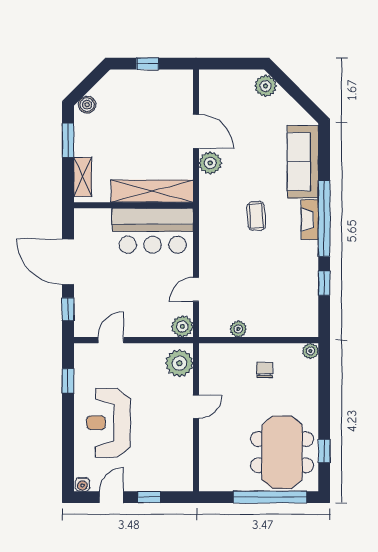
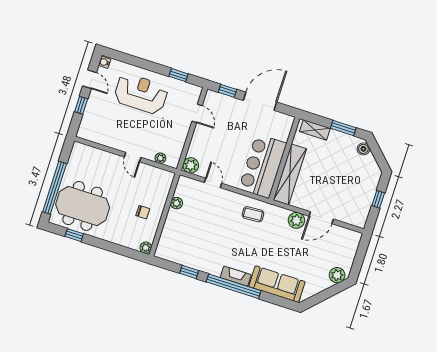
coffee table: (256, 216) -> (253, 214), moved
plant: (179, 363) -> (160, 158), width x0.53, depth x0.53

